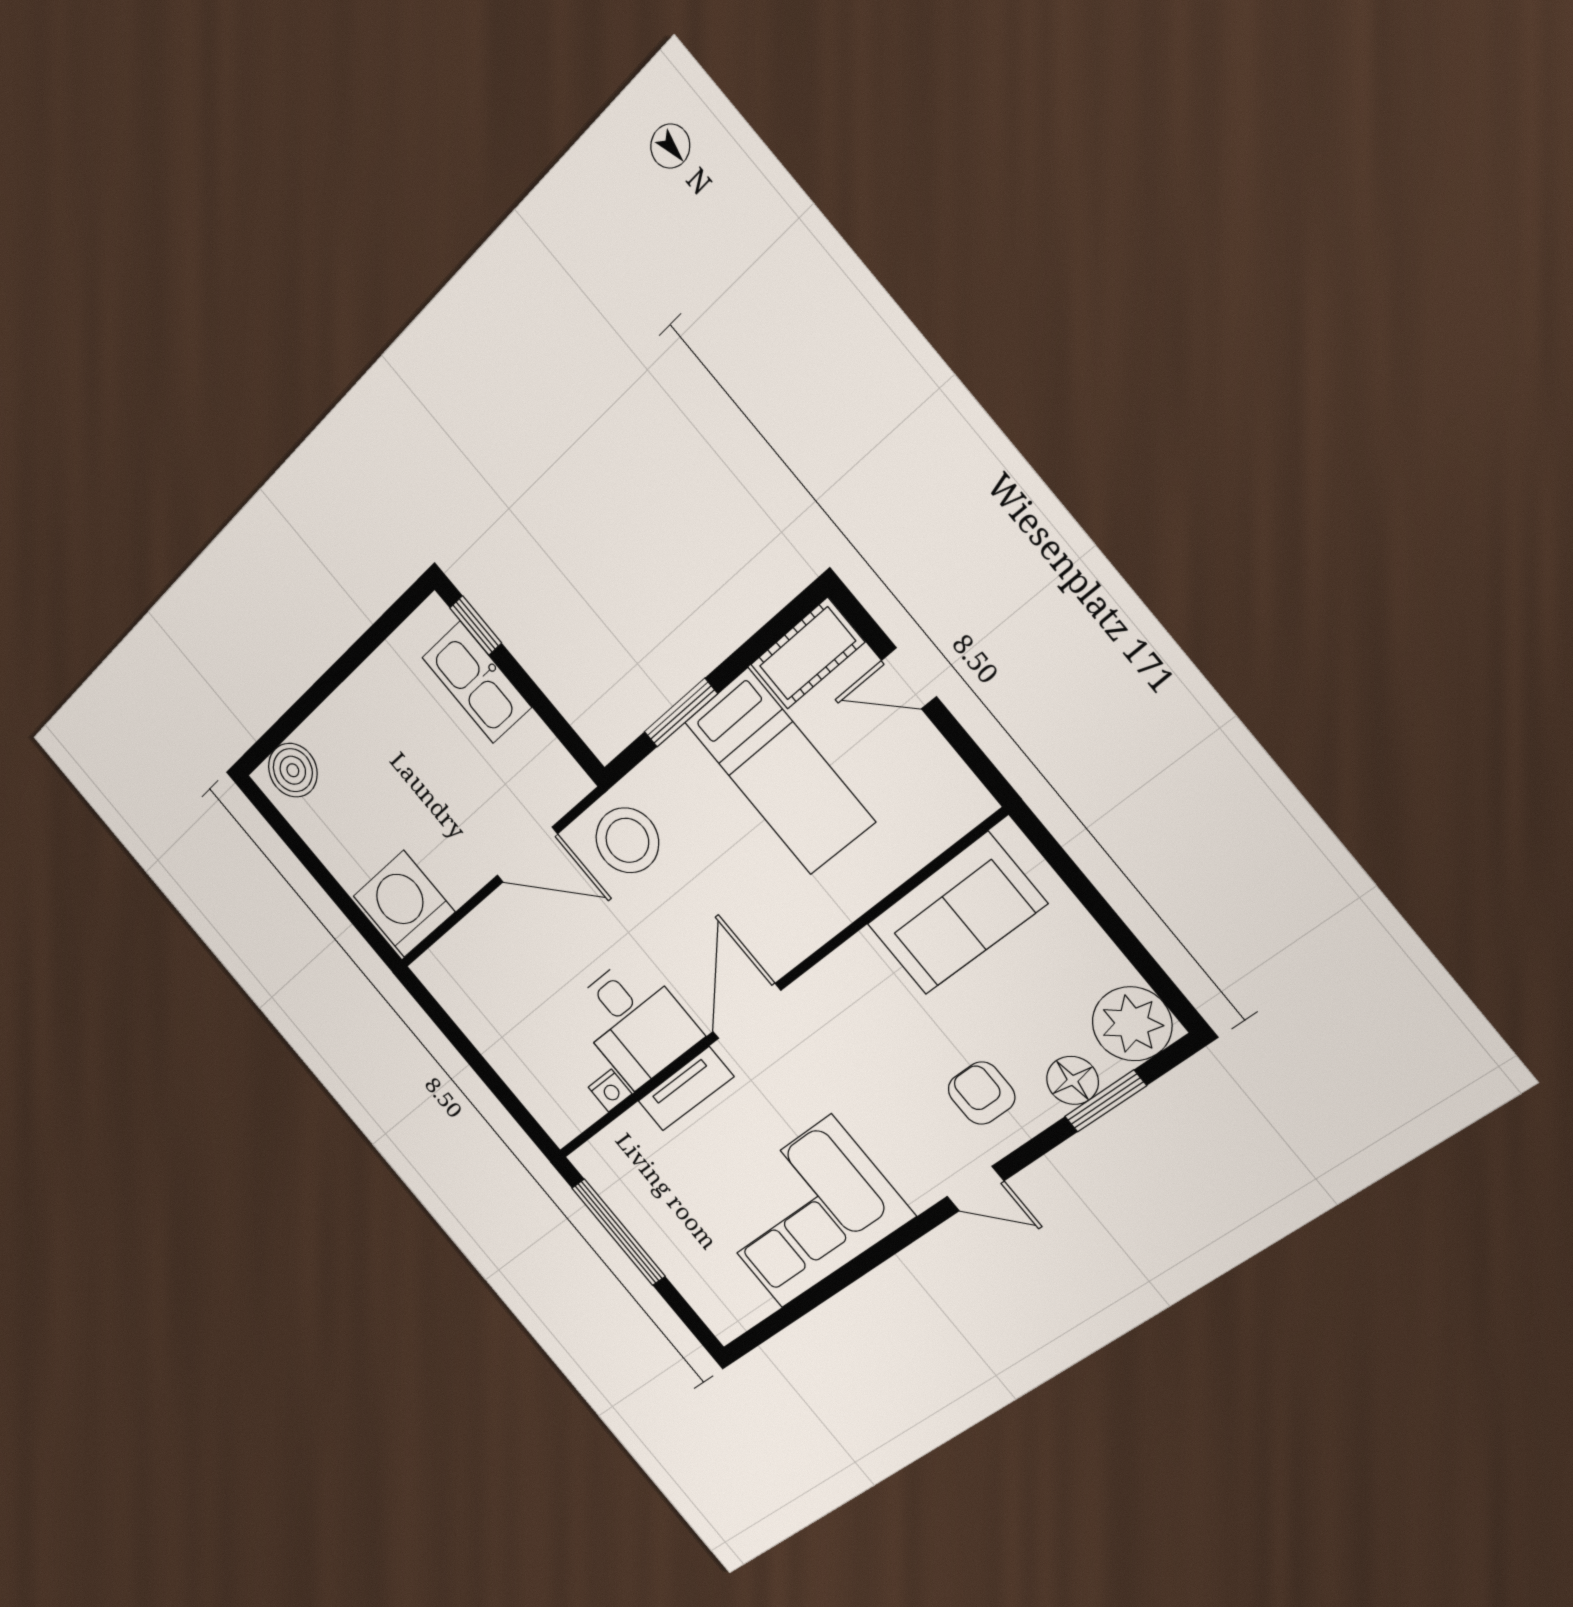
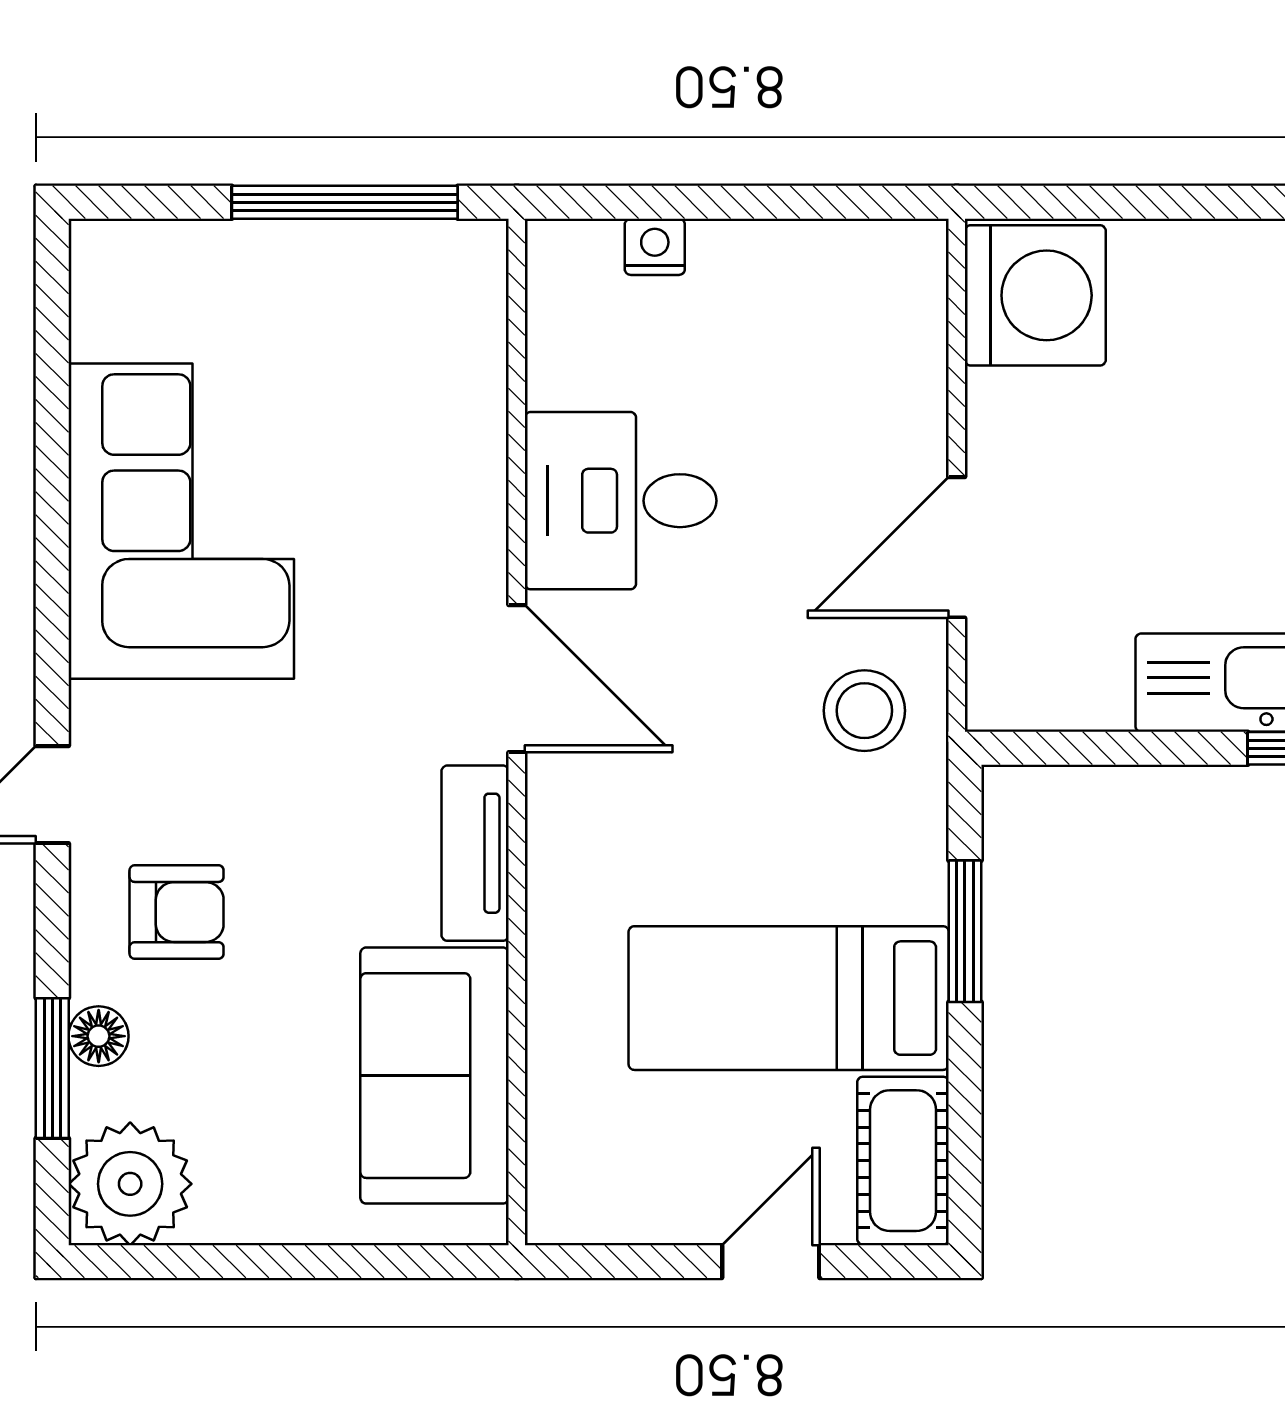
stool: (627, 840) -> (864, 711), width x0.73, depth x0.73
floor lamp: (1072, 1080) -> (99, 1036), width x0.73, depth x0.73
tv unit: (686, 1089) -> (475, 853), moved
nightstand: (610, 1091) -> (655, 247), moved, turned 90

